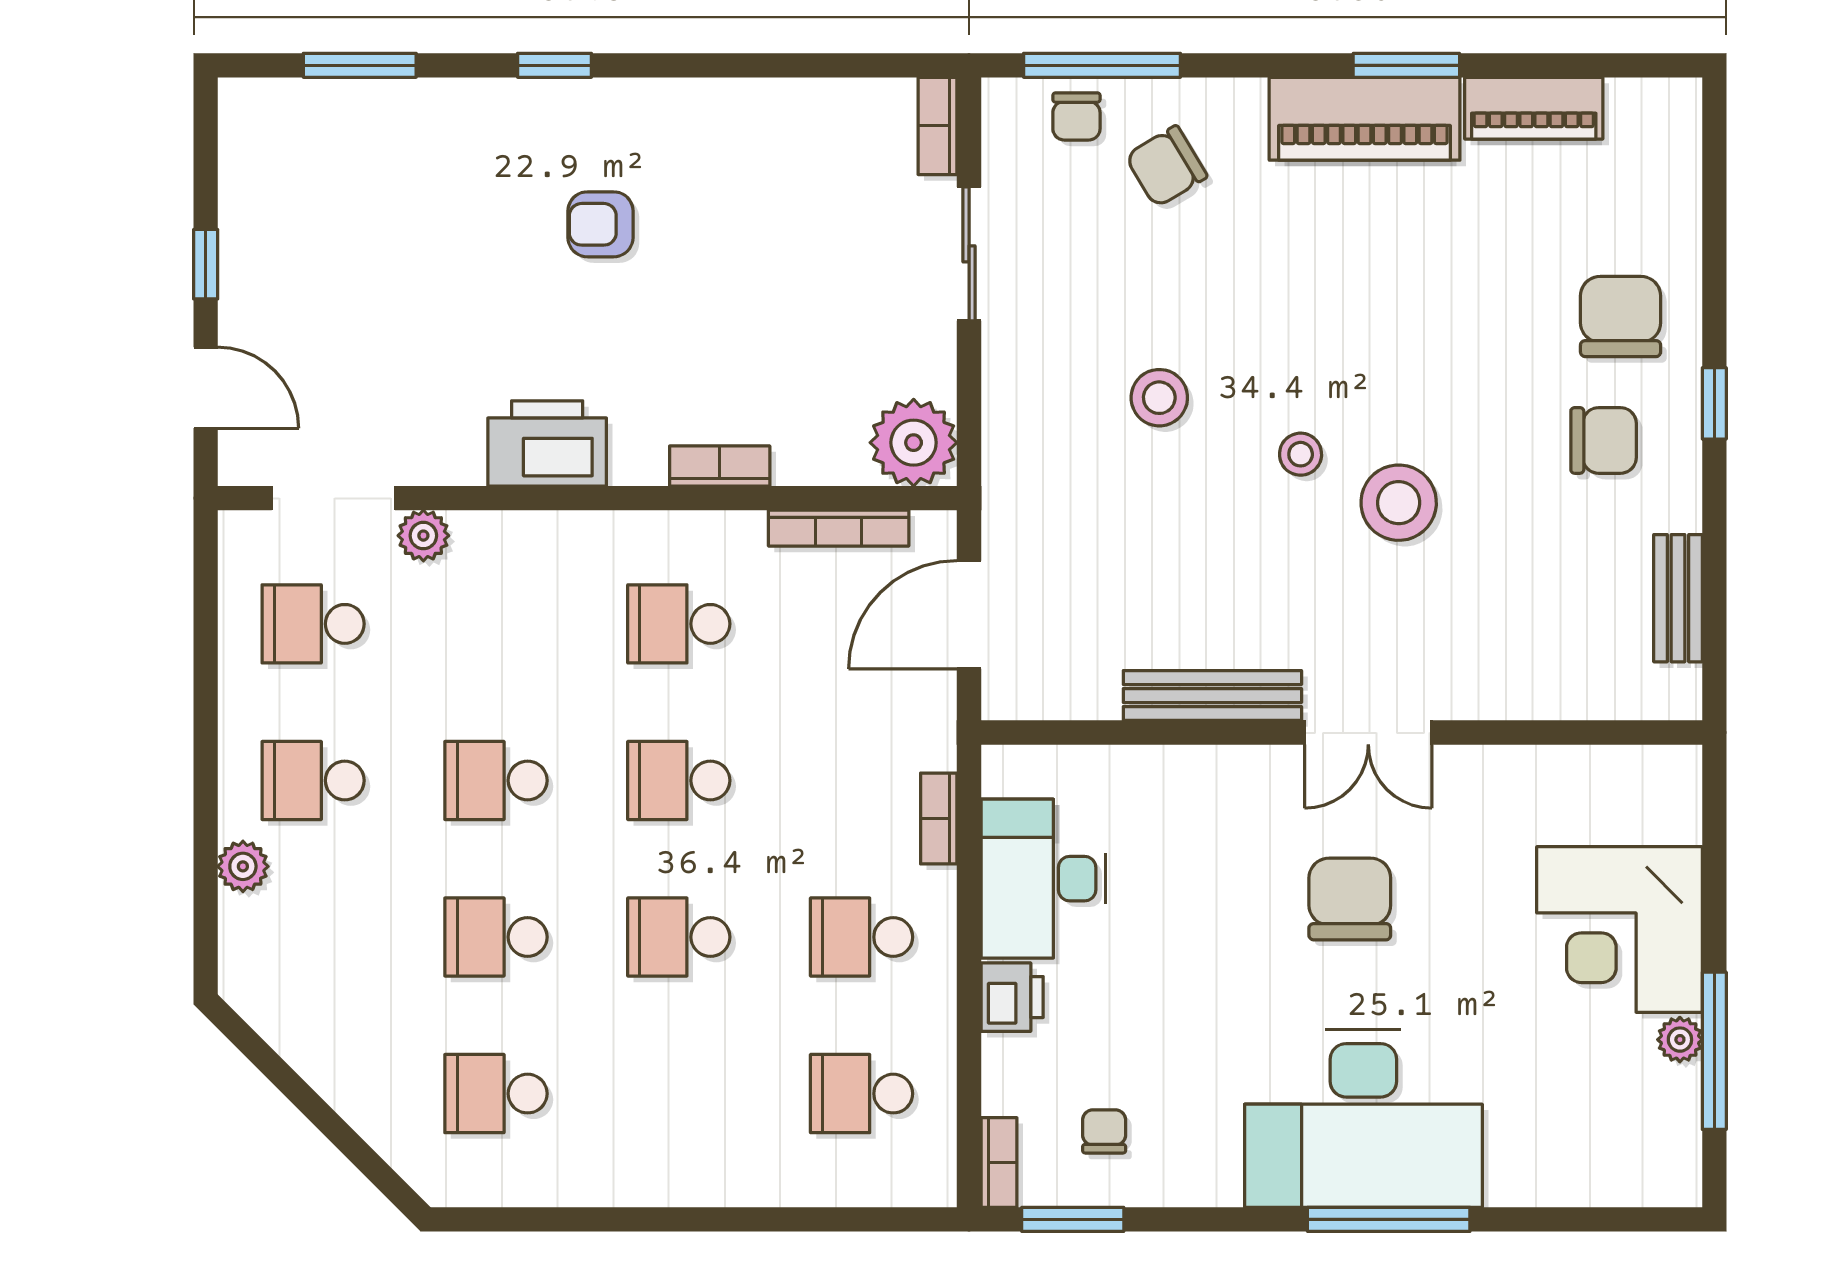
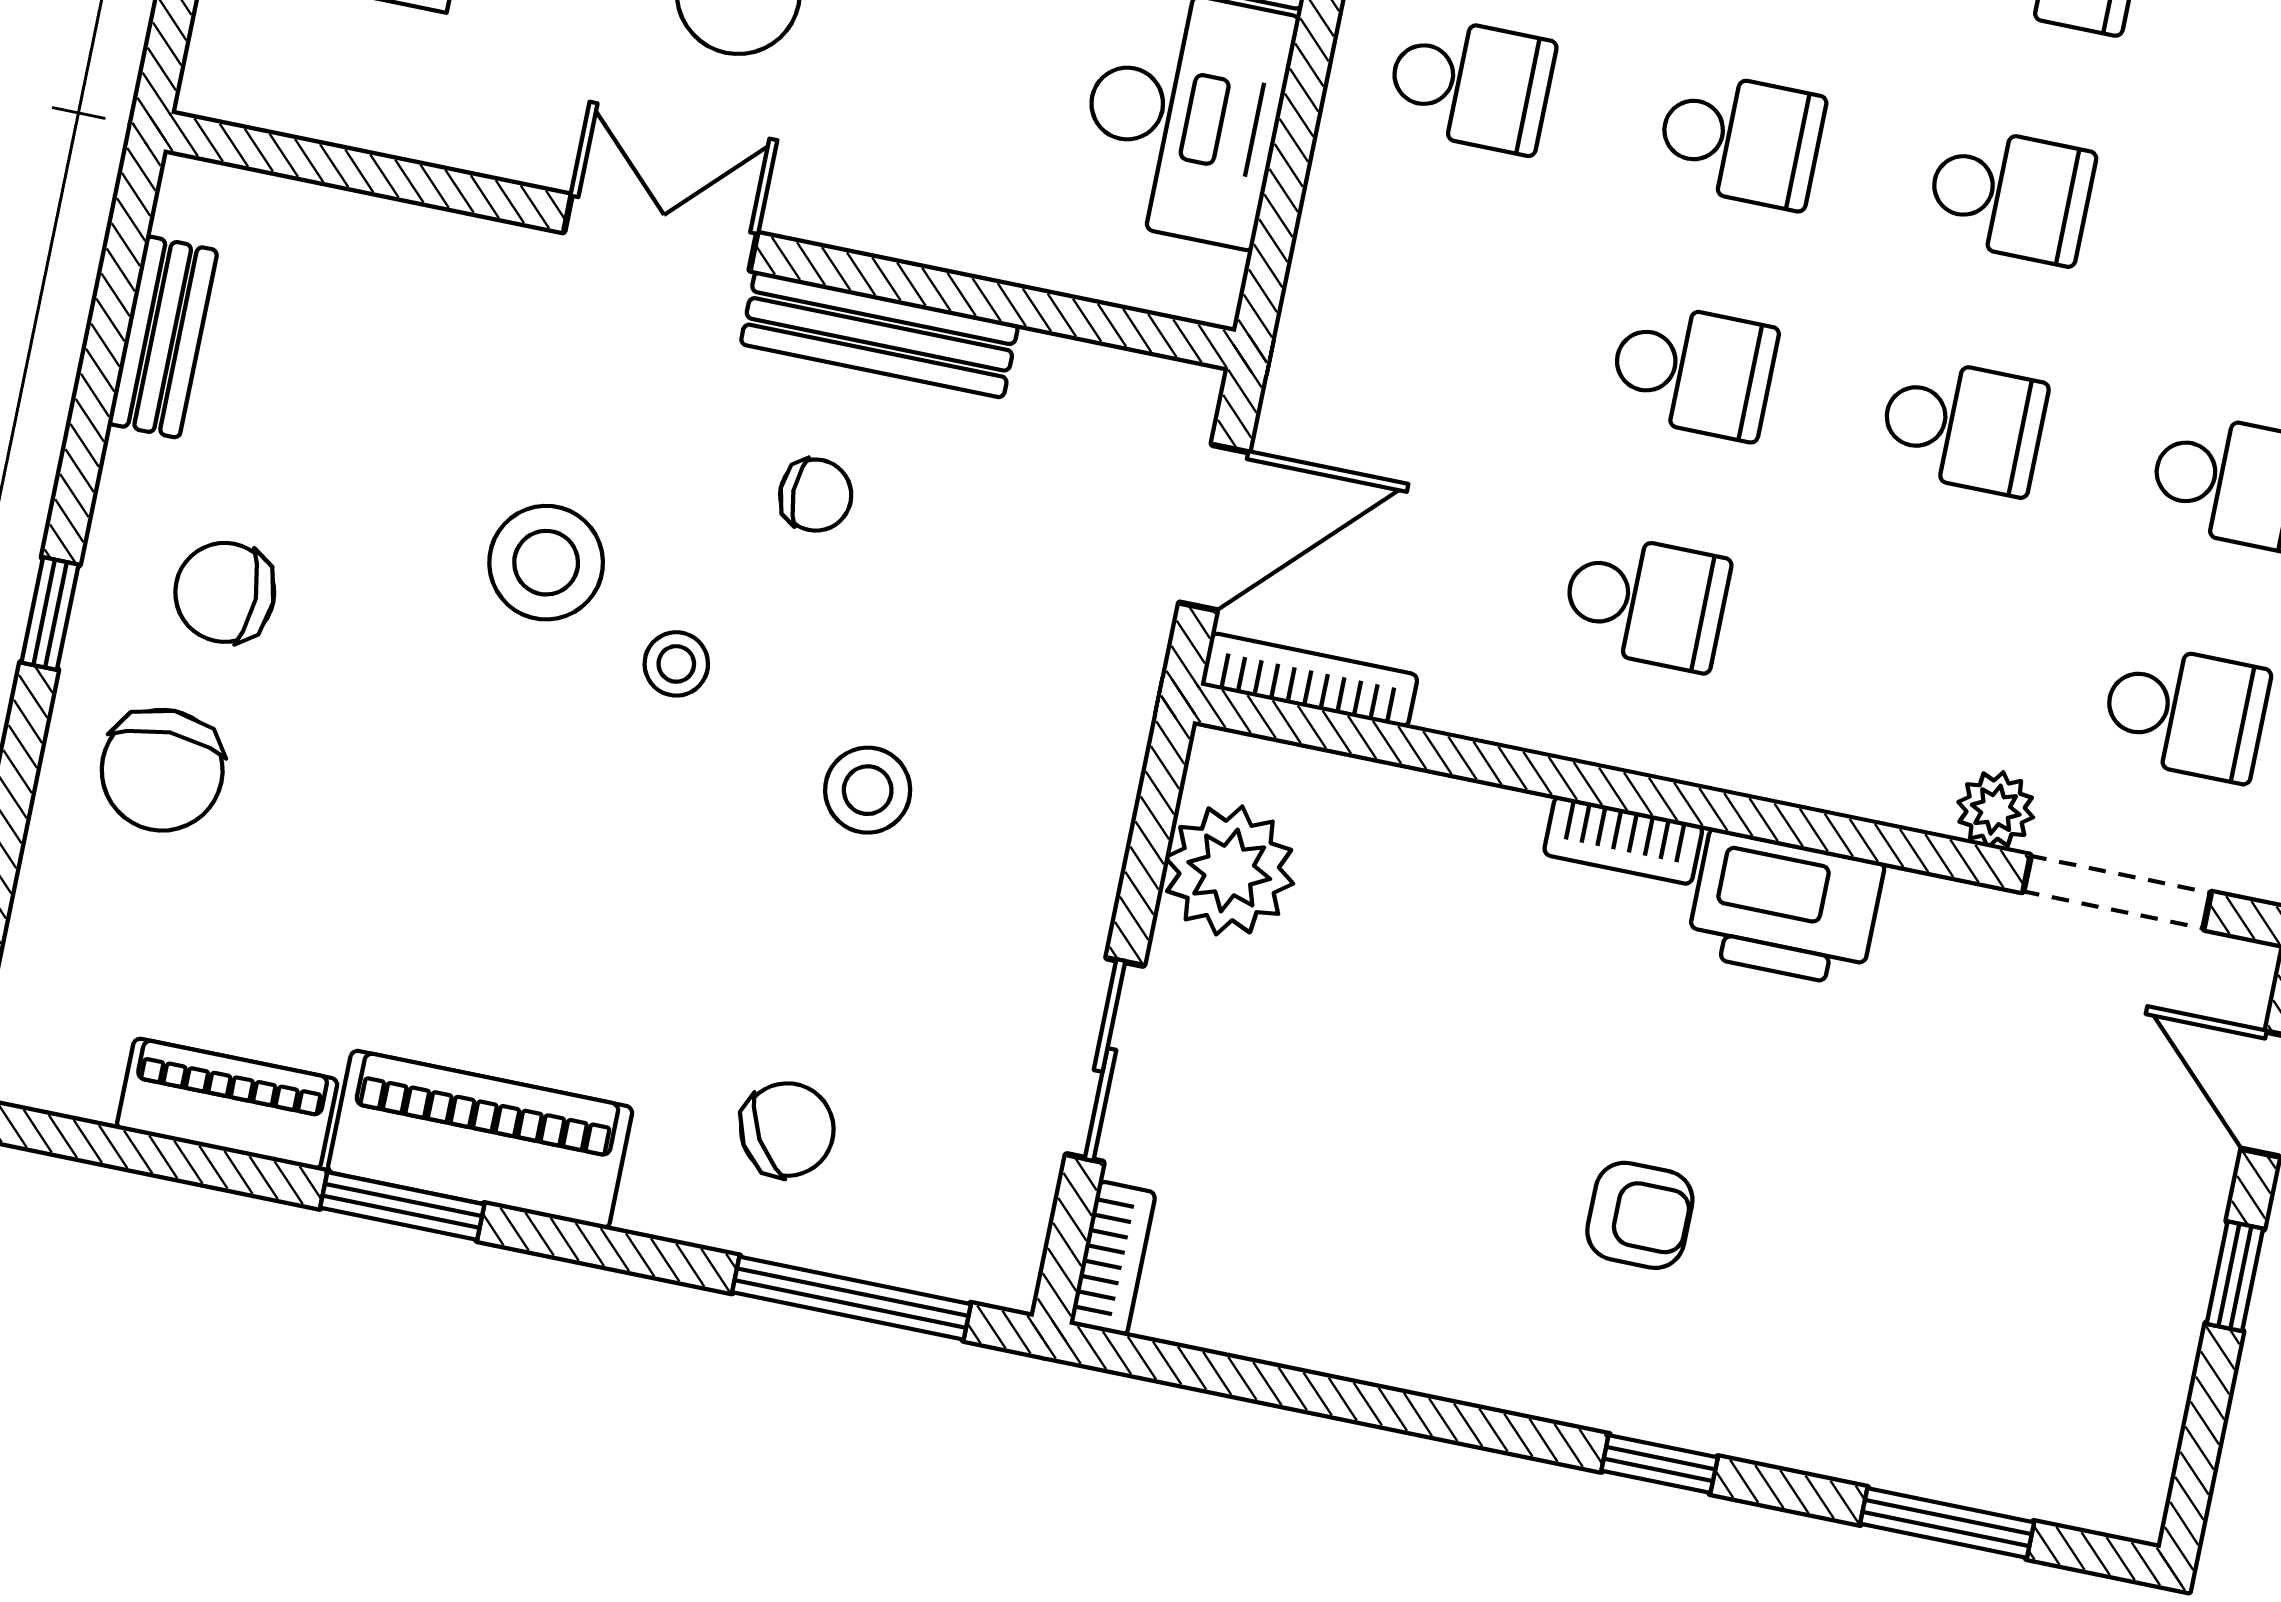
chair: (1076, 116) -> (816, 495), moved, turned 90
plant: (914, 443) -> (1229, 870), moved
bookcase: (720, 466) -> (1623, 840), moved
bookcase: (839, 528) -> (1309, 680), moved
bookcase: (939, 819) -> (1321, 236), removed

